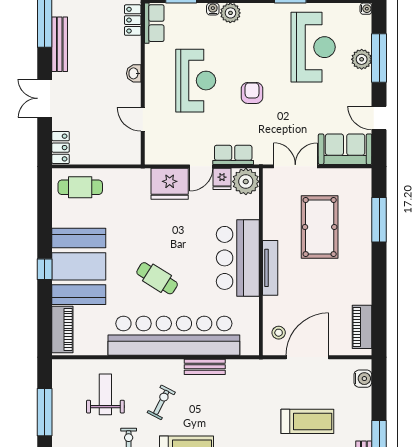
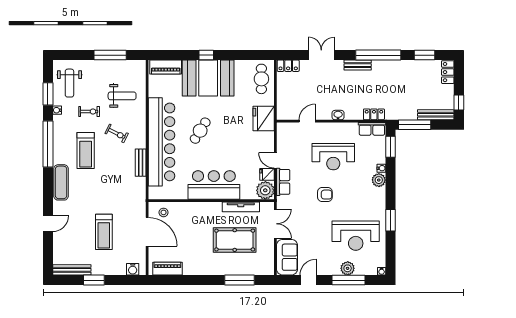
bench: (60, 44) -> (358, 65), width x0.73
fridge: (170, 184) -> (264, 119), moved
tv unit: (270, 268) -> (241, 207), moved

